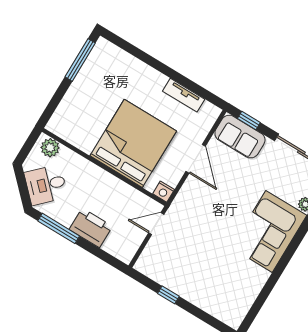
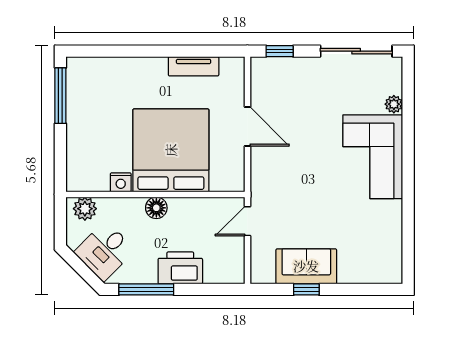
sofa: (240, 137) -> (306, 266), moved, turned 180
floor lamp: (99, 177) -> (156, 208), added
nightstand: (164, 192) -> (121, 182), moved

